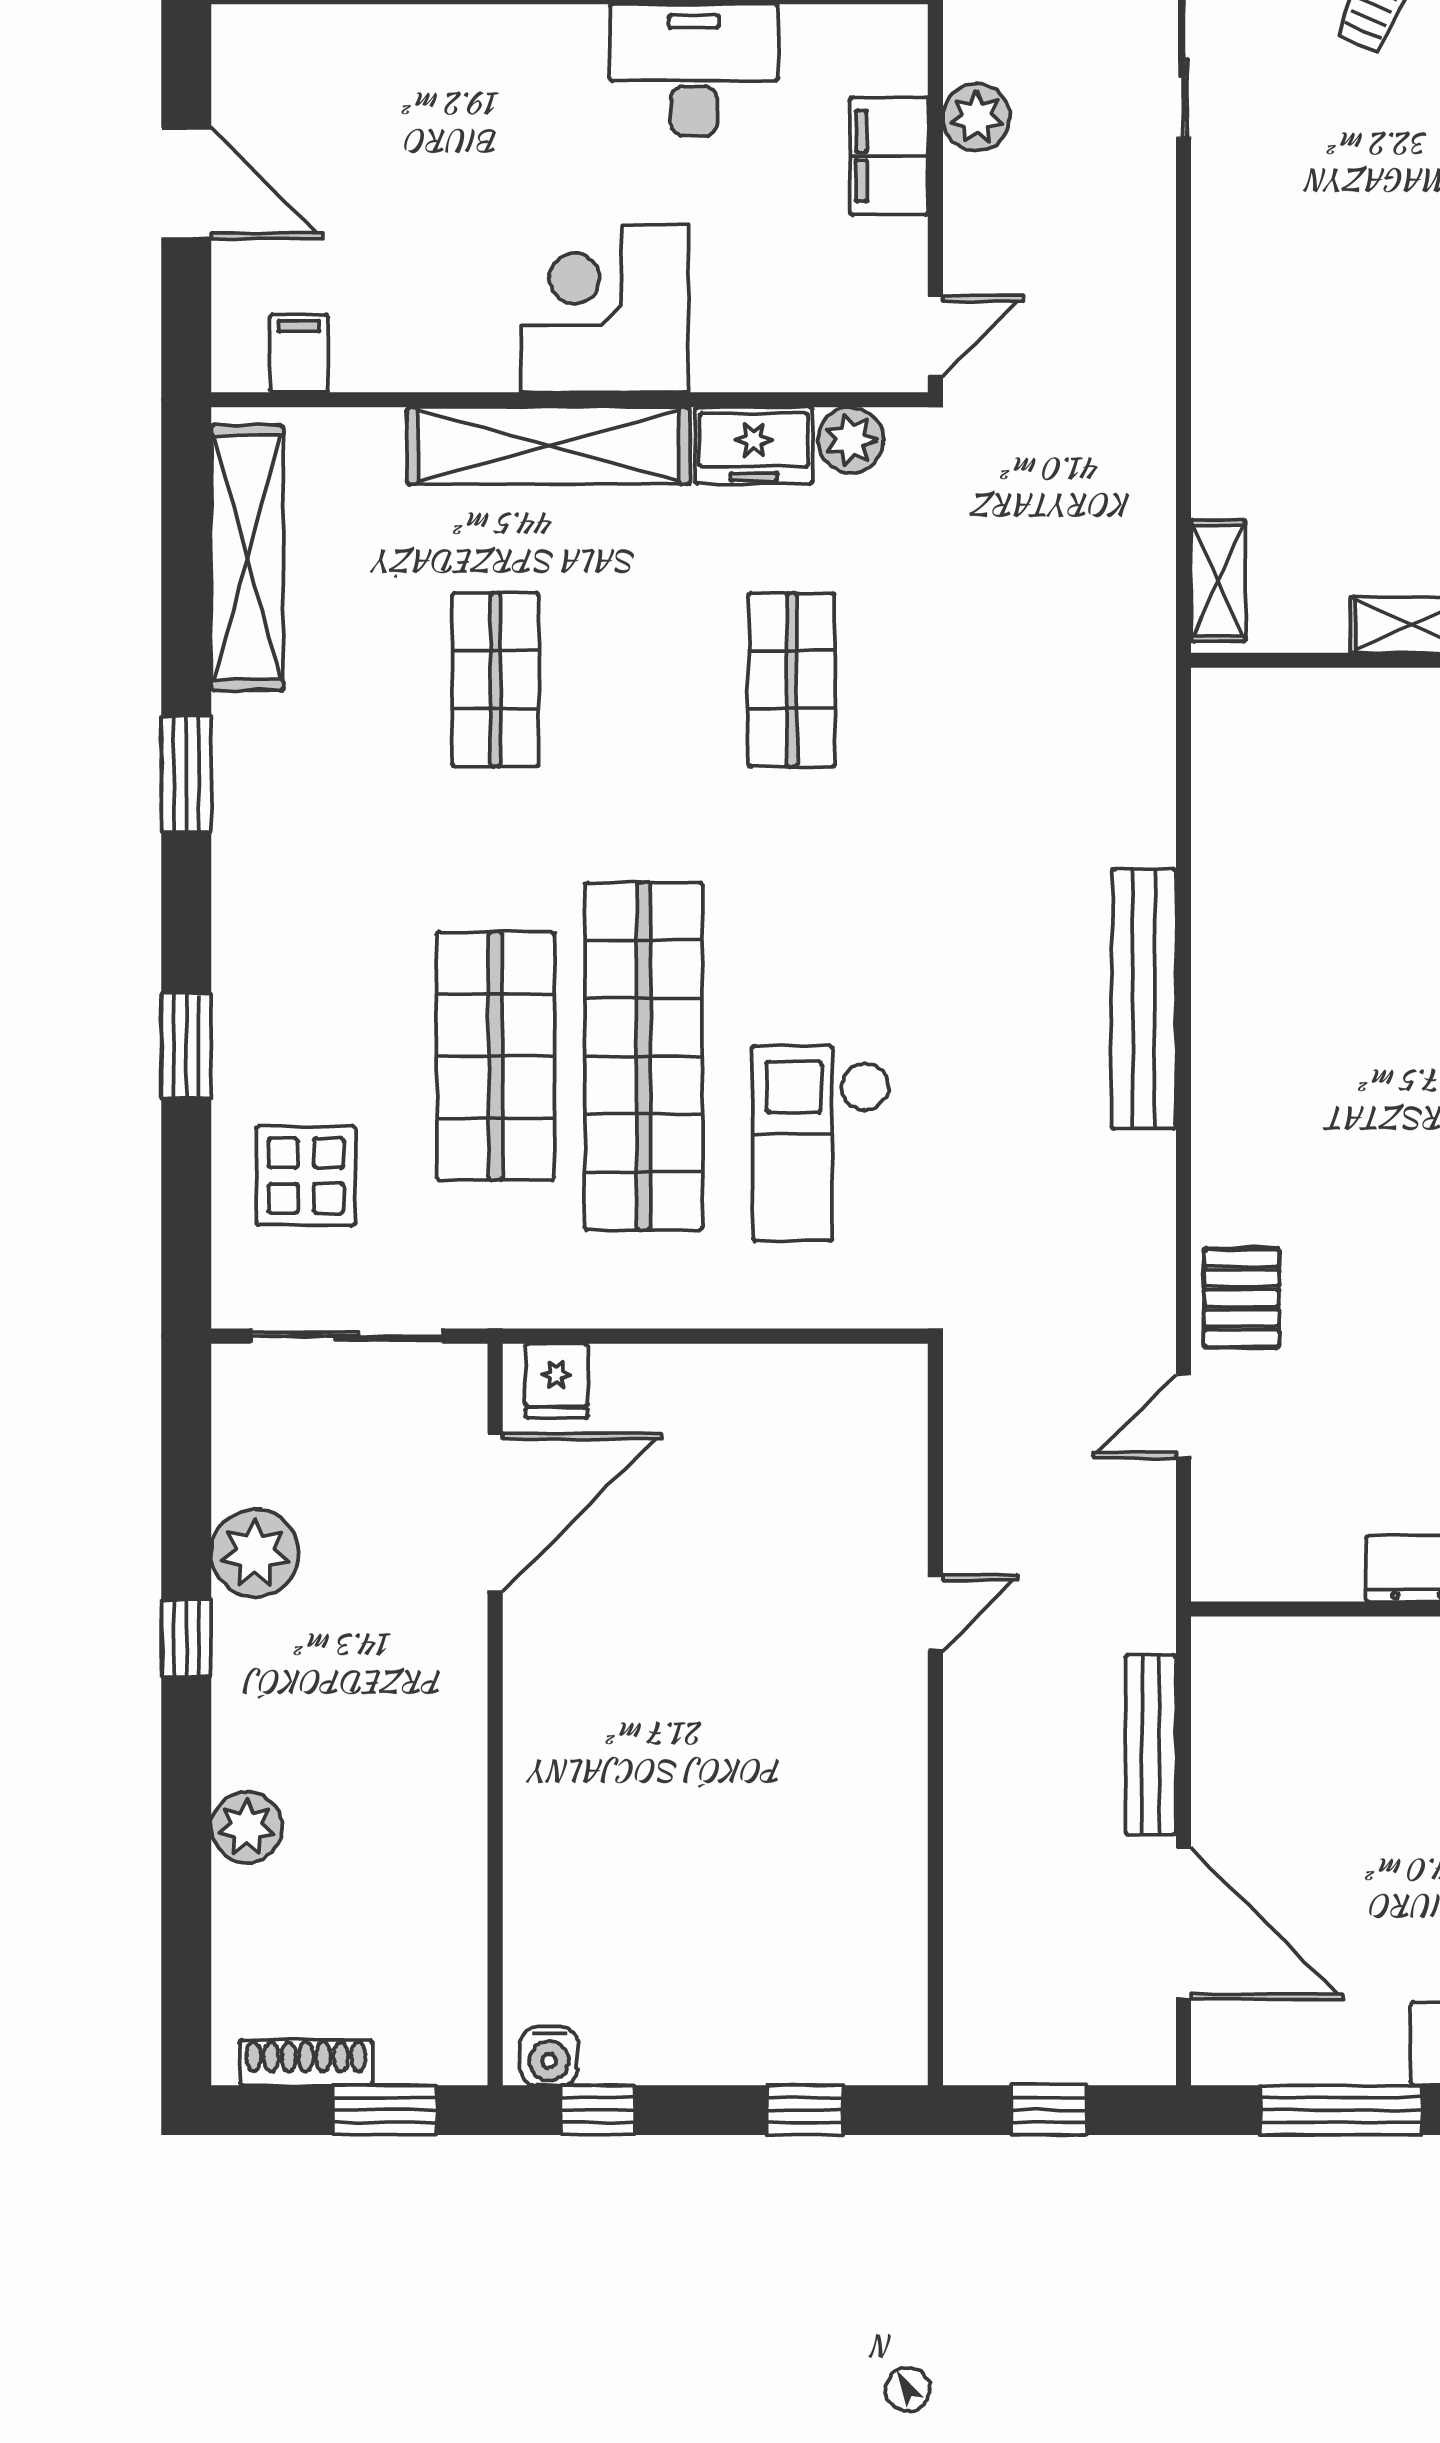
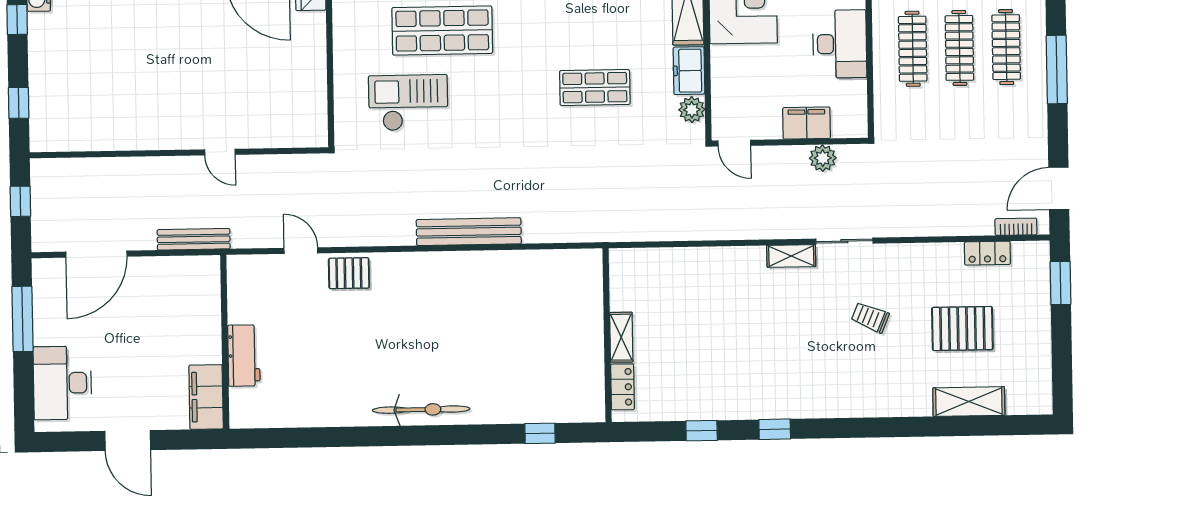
shelving: (1218, 581) -> (791, 256), moved
shop shelf: (644, 1056) -> (442, 31), width x0.71
bench: (1151, 1745) -> (194, 239), moved

